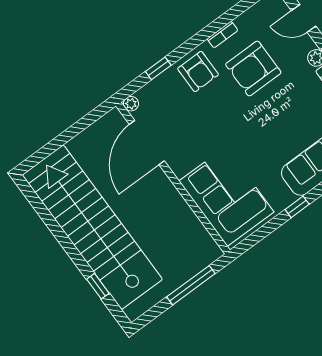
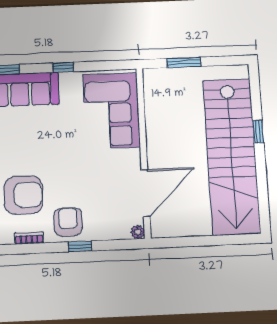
window: (158, 68) -> (80, 246), moved
window: (191, 285) -> (184, 62), width x0.69
window: (98, 286) -> (258, 132), moved

